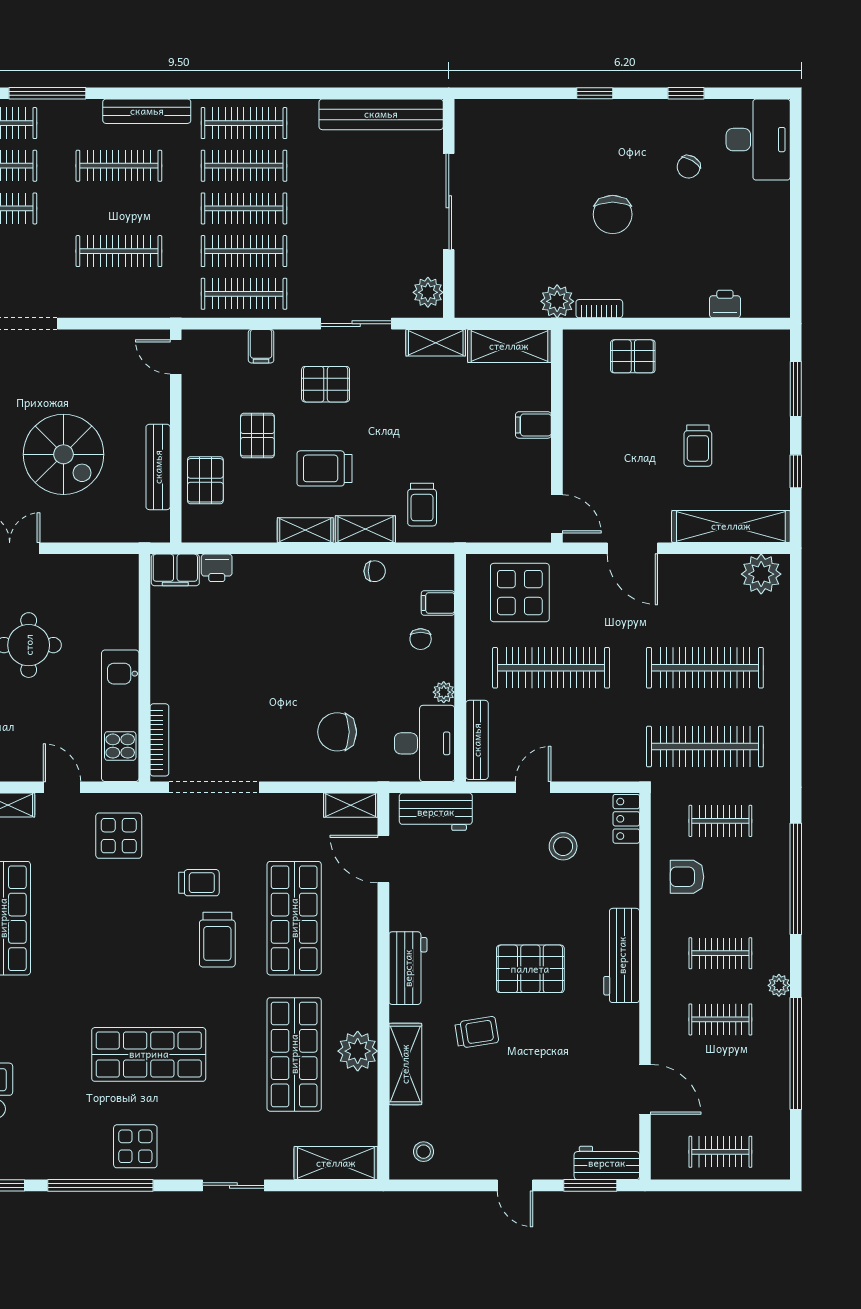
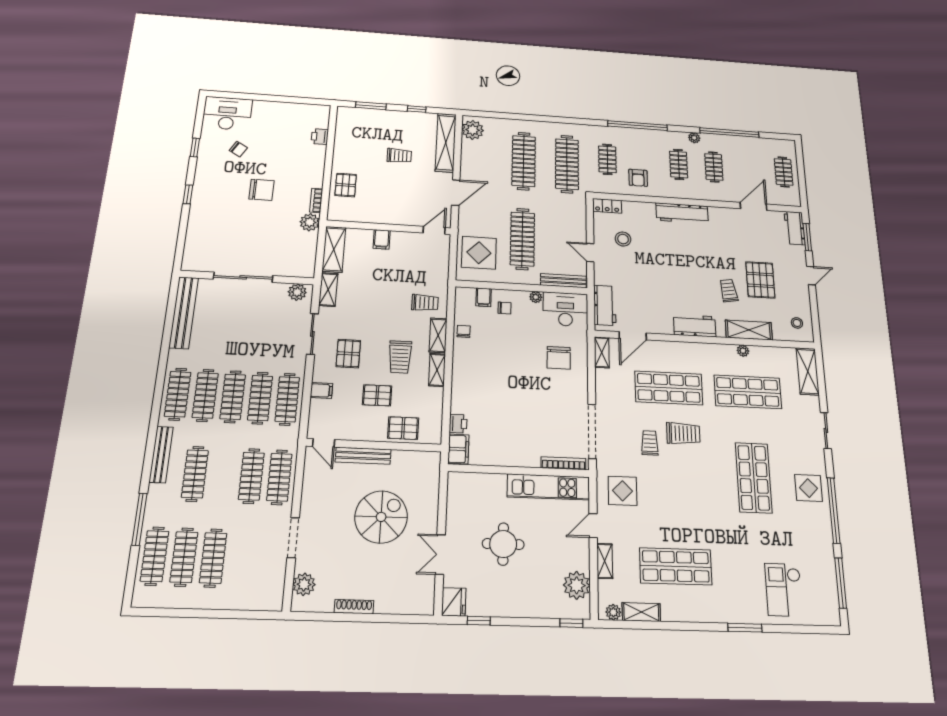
clothes rail: (119, 294) -> (279, 477), added
door: (176, 357) -> (324, 443), hinge flipped
bench: (158, 467) -> (363, 456), moved
pallet: (530, 969) -> (760, 280), moved
plant: (358, 1051) -> (743, 351), width x0.53, depth x0.53

